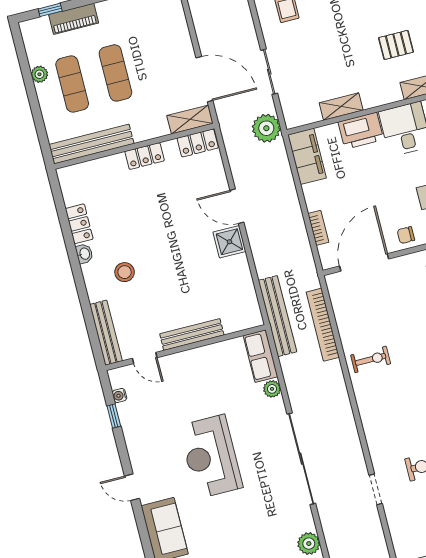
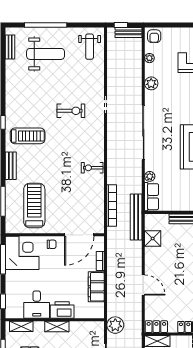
shelving: (341, 107) -> (57, 327), moved
filing cabinet: (307, 156) -> (96, 287), moved
shower: (229, 242) -> (153, 238), moved
exercise bike: (371, 359) -> (92, 168), moved

